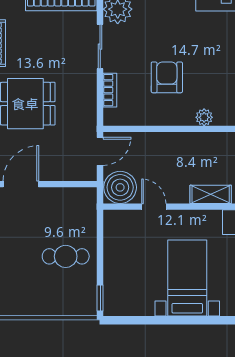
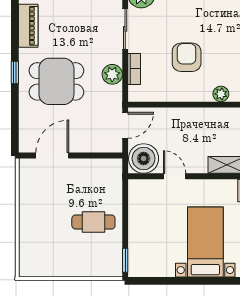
plant: (86, 96) -> (112, 74), added

